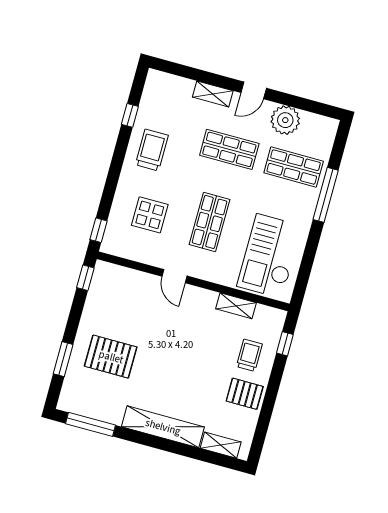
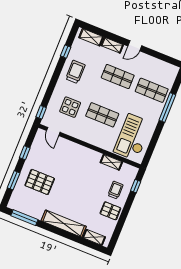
shelving: (173, 84) -> (91, 37), added
plant: (285, 120) -> (150, 64), removed
shop shelf: (209, 222) -> (102, 115), turned 90
door: (174, 276) -> (53, 131), moved
window: (85, 278) -> (25, 153), moved

